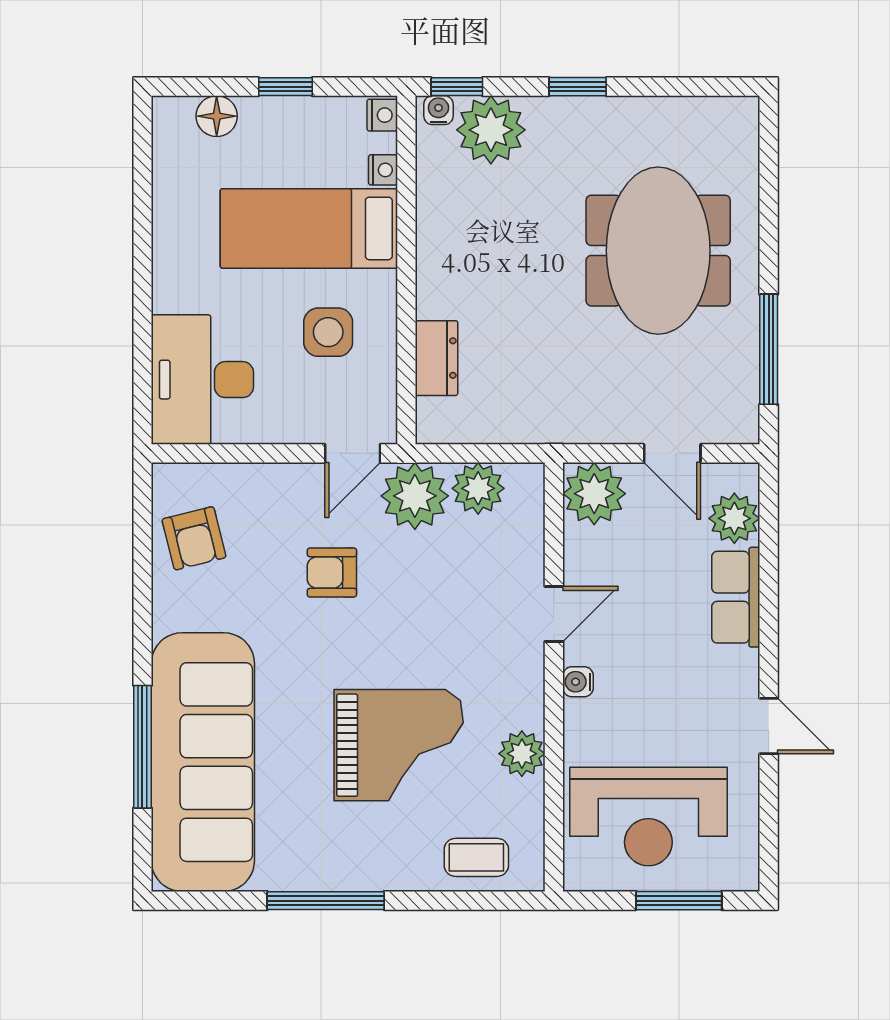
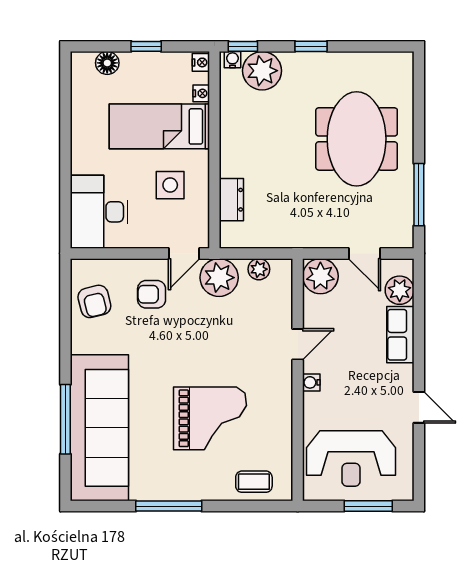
plant: (478, 488) -> (259, 269), width x0.73, depth x0.73
armchair: (332, 573) -> (152, 294), moved
plant: (522, 754) -> (280, 423), removed

